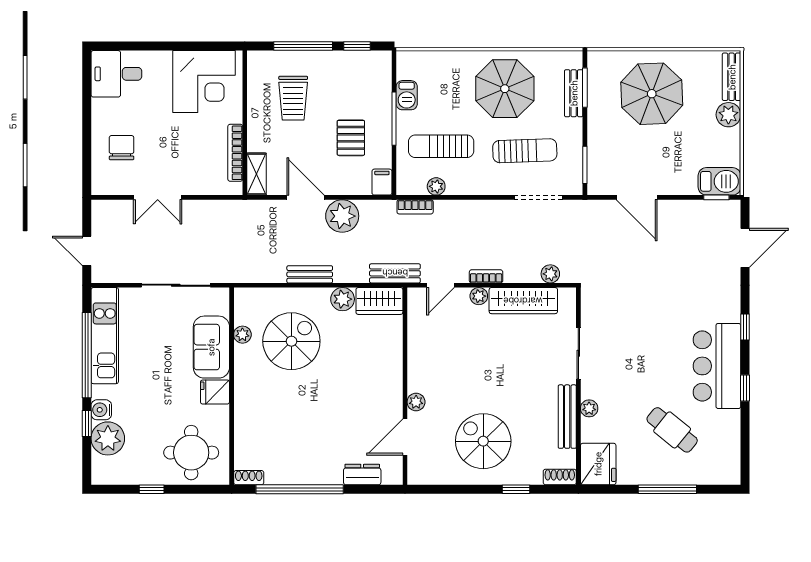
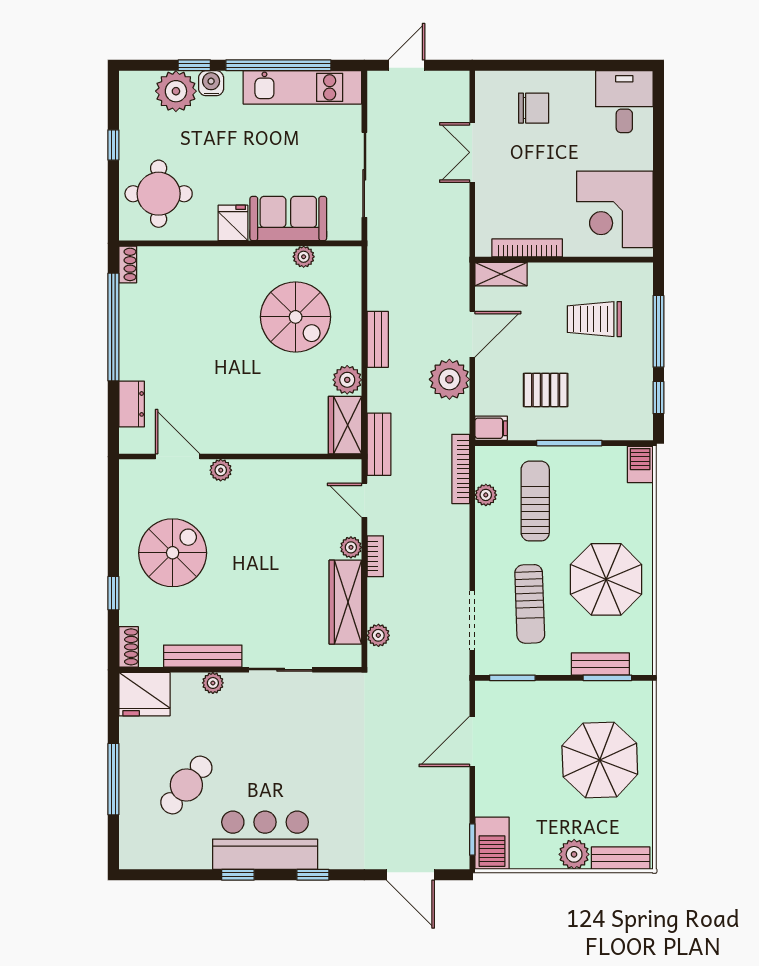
barbecue: (407, 95) -> (640, 464), moved, turned 90
bookcase: (415, 207) -> (461, 469), width x1.56

